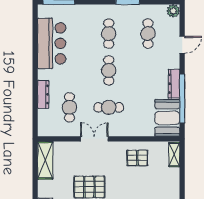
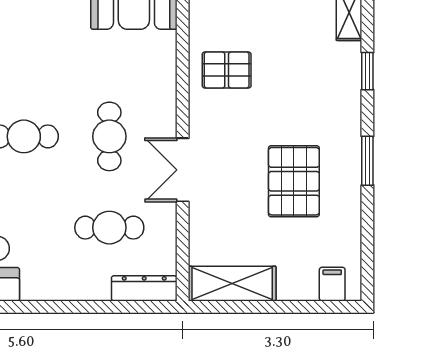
dresser: (43, 94) -> (144, 288), moved
pallet: (137, 158) -> (227, 70), turned 90

